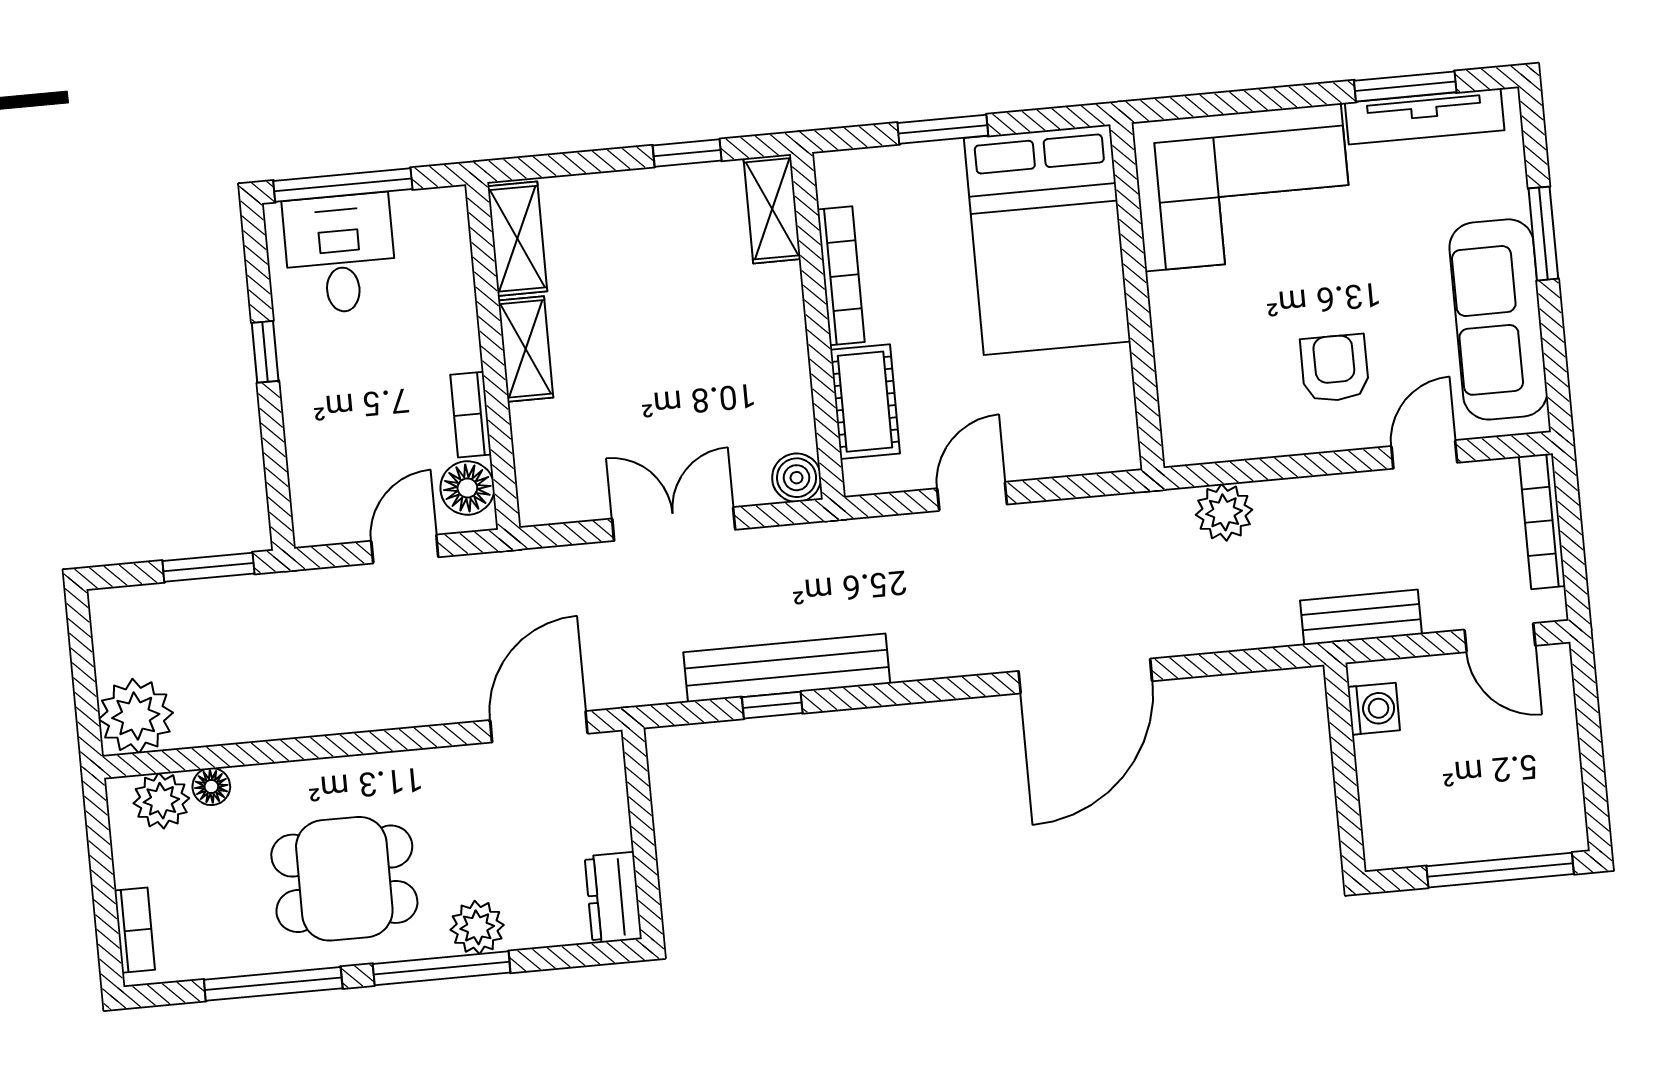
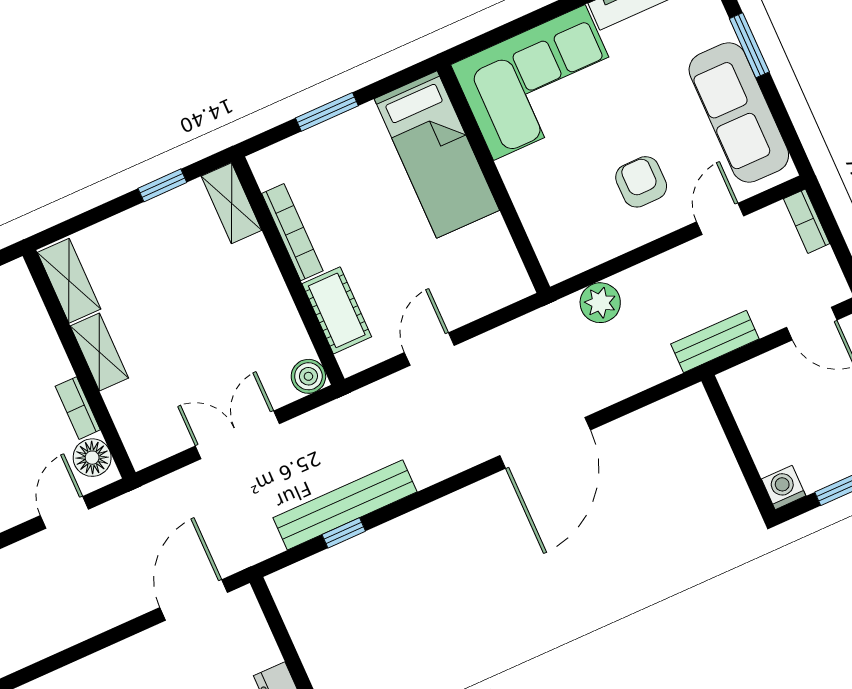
bed: (1047, 240) -> (437, 155), width x0.67
bookcase: (1542, 521) -> (807, 221), width x0.64
washing machine: (1374, 709) -> (784, 487), moved, turned -90

